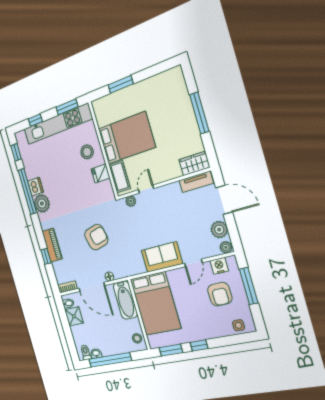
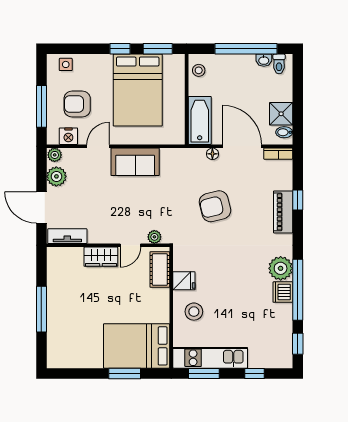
kitchen unit: (58, 124) -> (210, 358), width x0.73
bed: (127, 138) -> (137, 346), moved
wardrobe: (194, 163) -> (101, 257), moved
armchair: (220, 294) -> (77, 104), turned -89
bed: (155, 304) -> (138, 90), moved, turned 180

